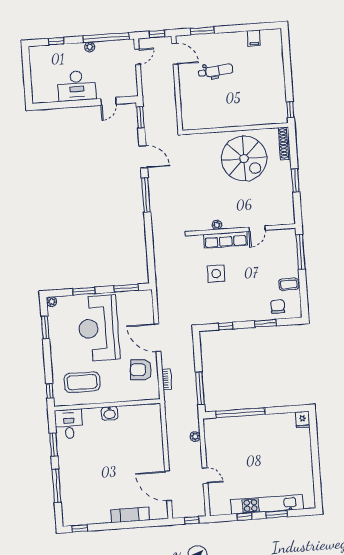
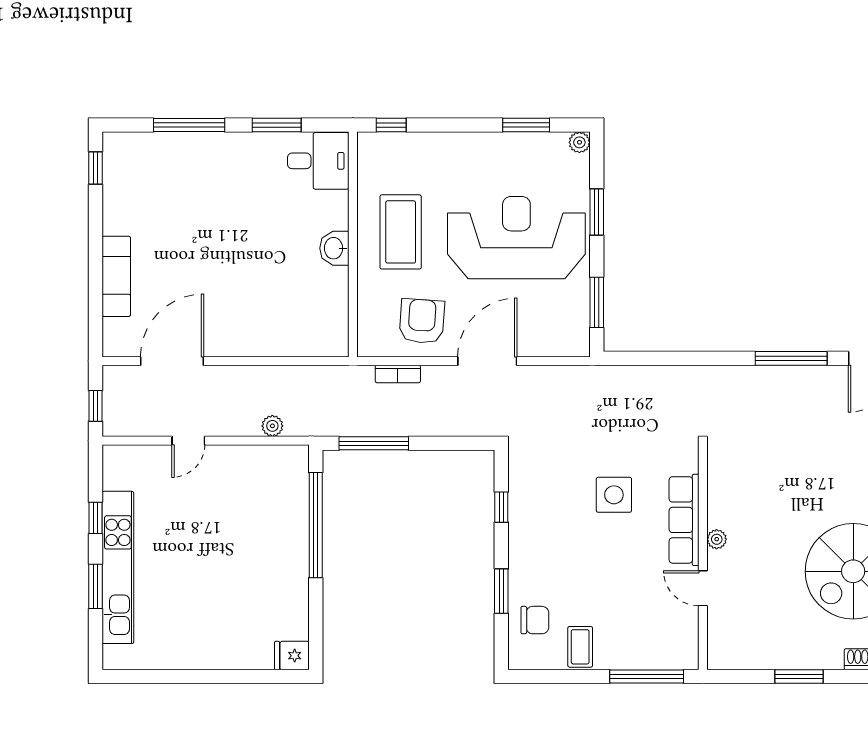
plant: (217, 225) -> (717, 539), moved
coffee table: (82, 382) -> (401, 232), moved

